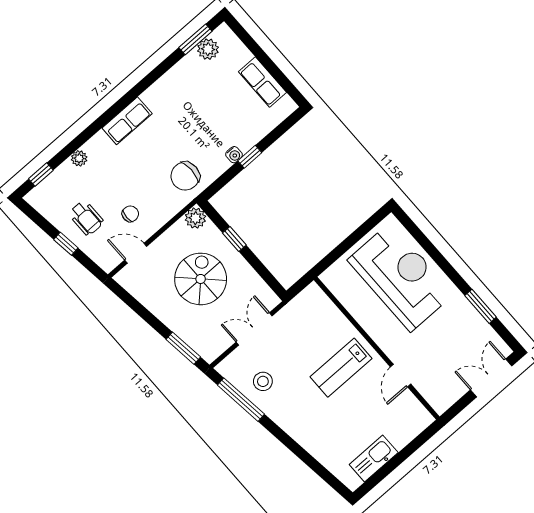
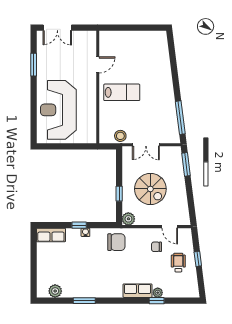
window: (195, 39) -> (84, 301), moved
row of seats: (263, 82) -> (51, 235), moved, turned 90
row of seats: (127, 121) -> (137, 291), moved
window: (41, 175) -> (157, 301), moved
spiral stairs: (201, 279) -> (150, 189), turned -90
stool: (263, 381) -> (120, 136), moved
kitchen sink: (374, 459) -> (143, 38), removed

